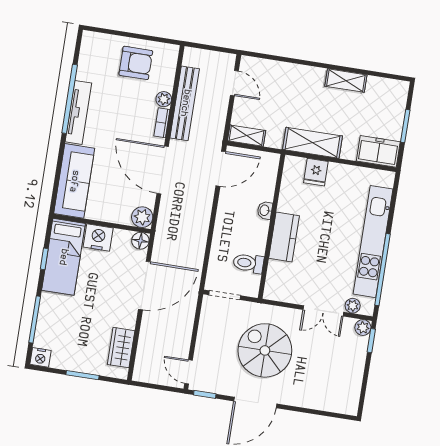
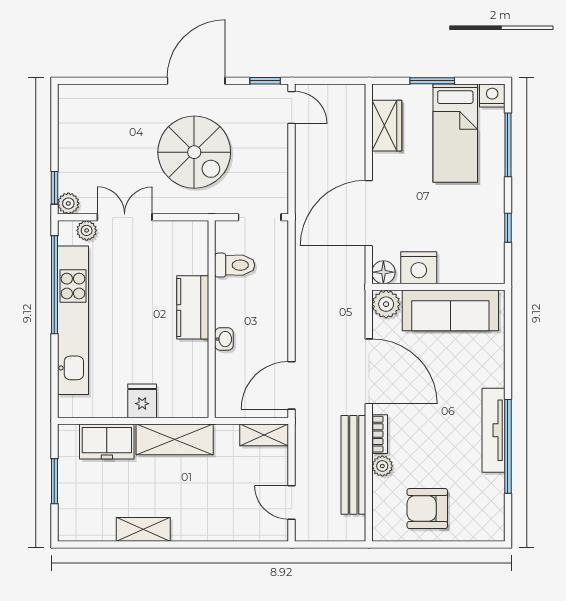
freezer: (378, 151) -> (107, 442), moved
fridge: (316, 172) -> (142, 401), moved
sofa: (74, 181) -> (450, 310), moved, turned -90
nightstand: (98, 237) -> (419, 268), moved
bed: (63, 257) -> (455, 133), moved, turned 180

